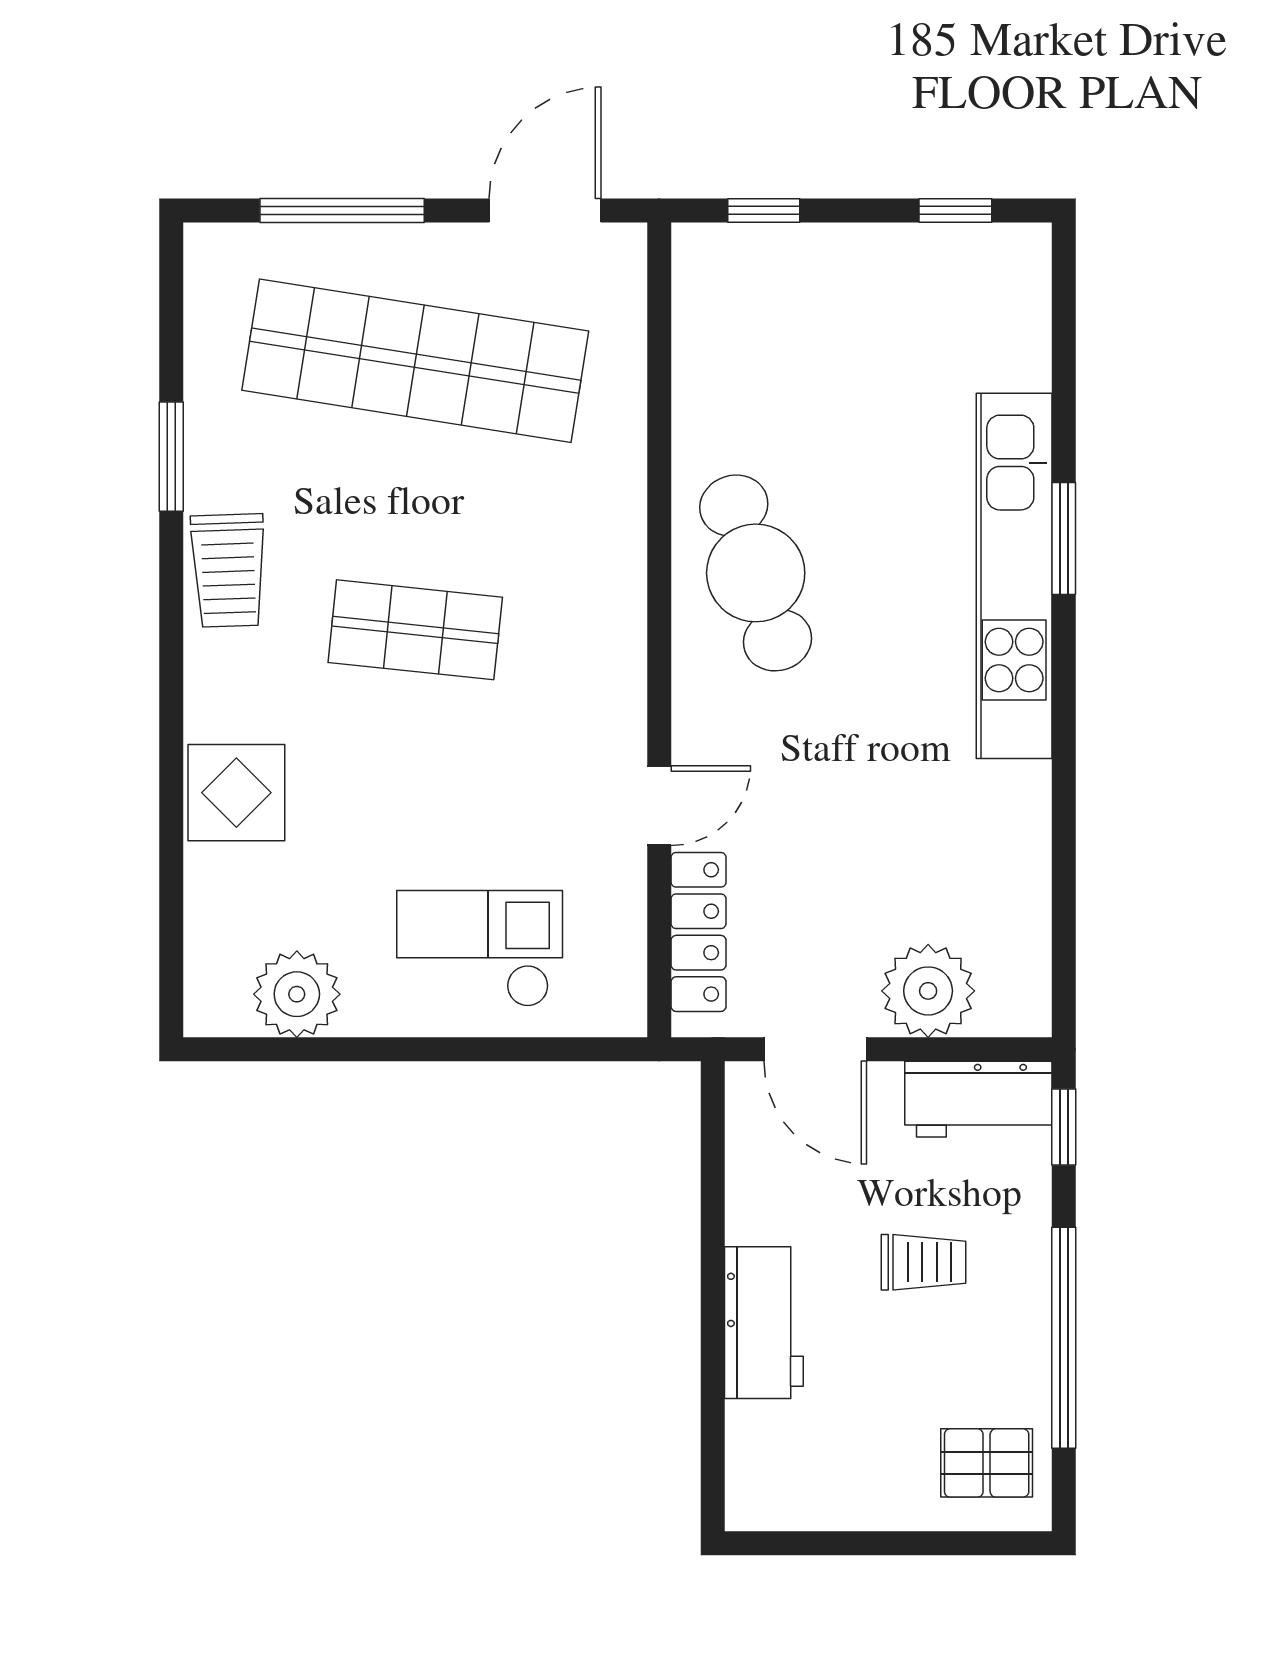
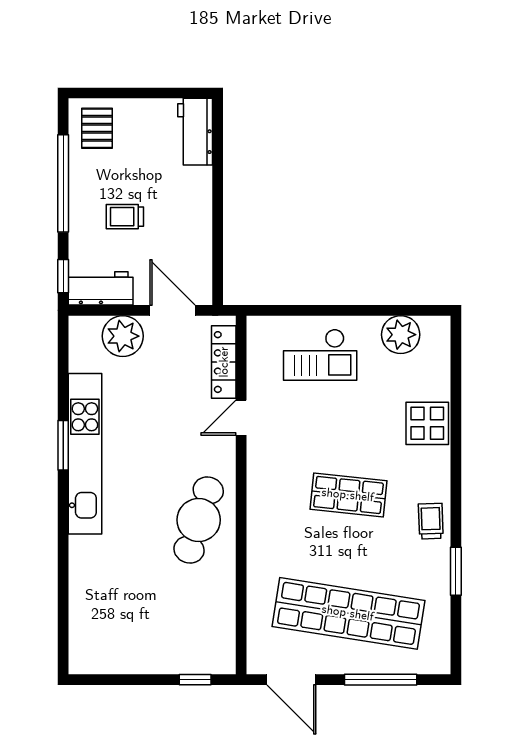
door: (545, 210) -> (291, 680), hinge flipped
window: (955, 210) -> (111, 680), removed
window: (1064, 538) -> (63, 445), moved
trolley: (228, 570) -> (431, 521), width x0.73, depth x0.72
cafe table: (756, 573) -> (199, 520), turned 36
kitchen unit: (1014, 576) -> (85, 454), moved
workbench: (764, 1323) -> (195, 132), moved
pallet: (987, 1463) -> (97, 128), turned 90

